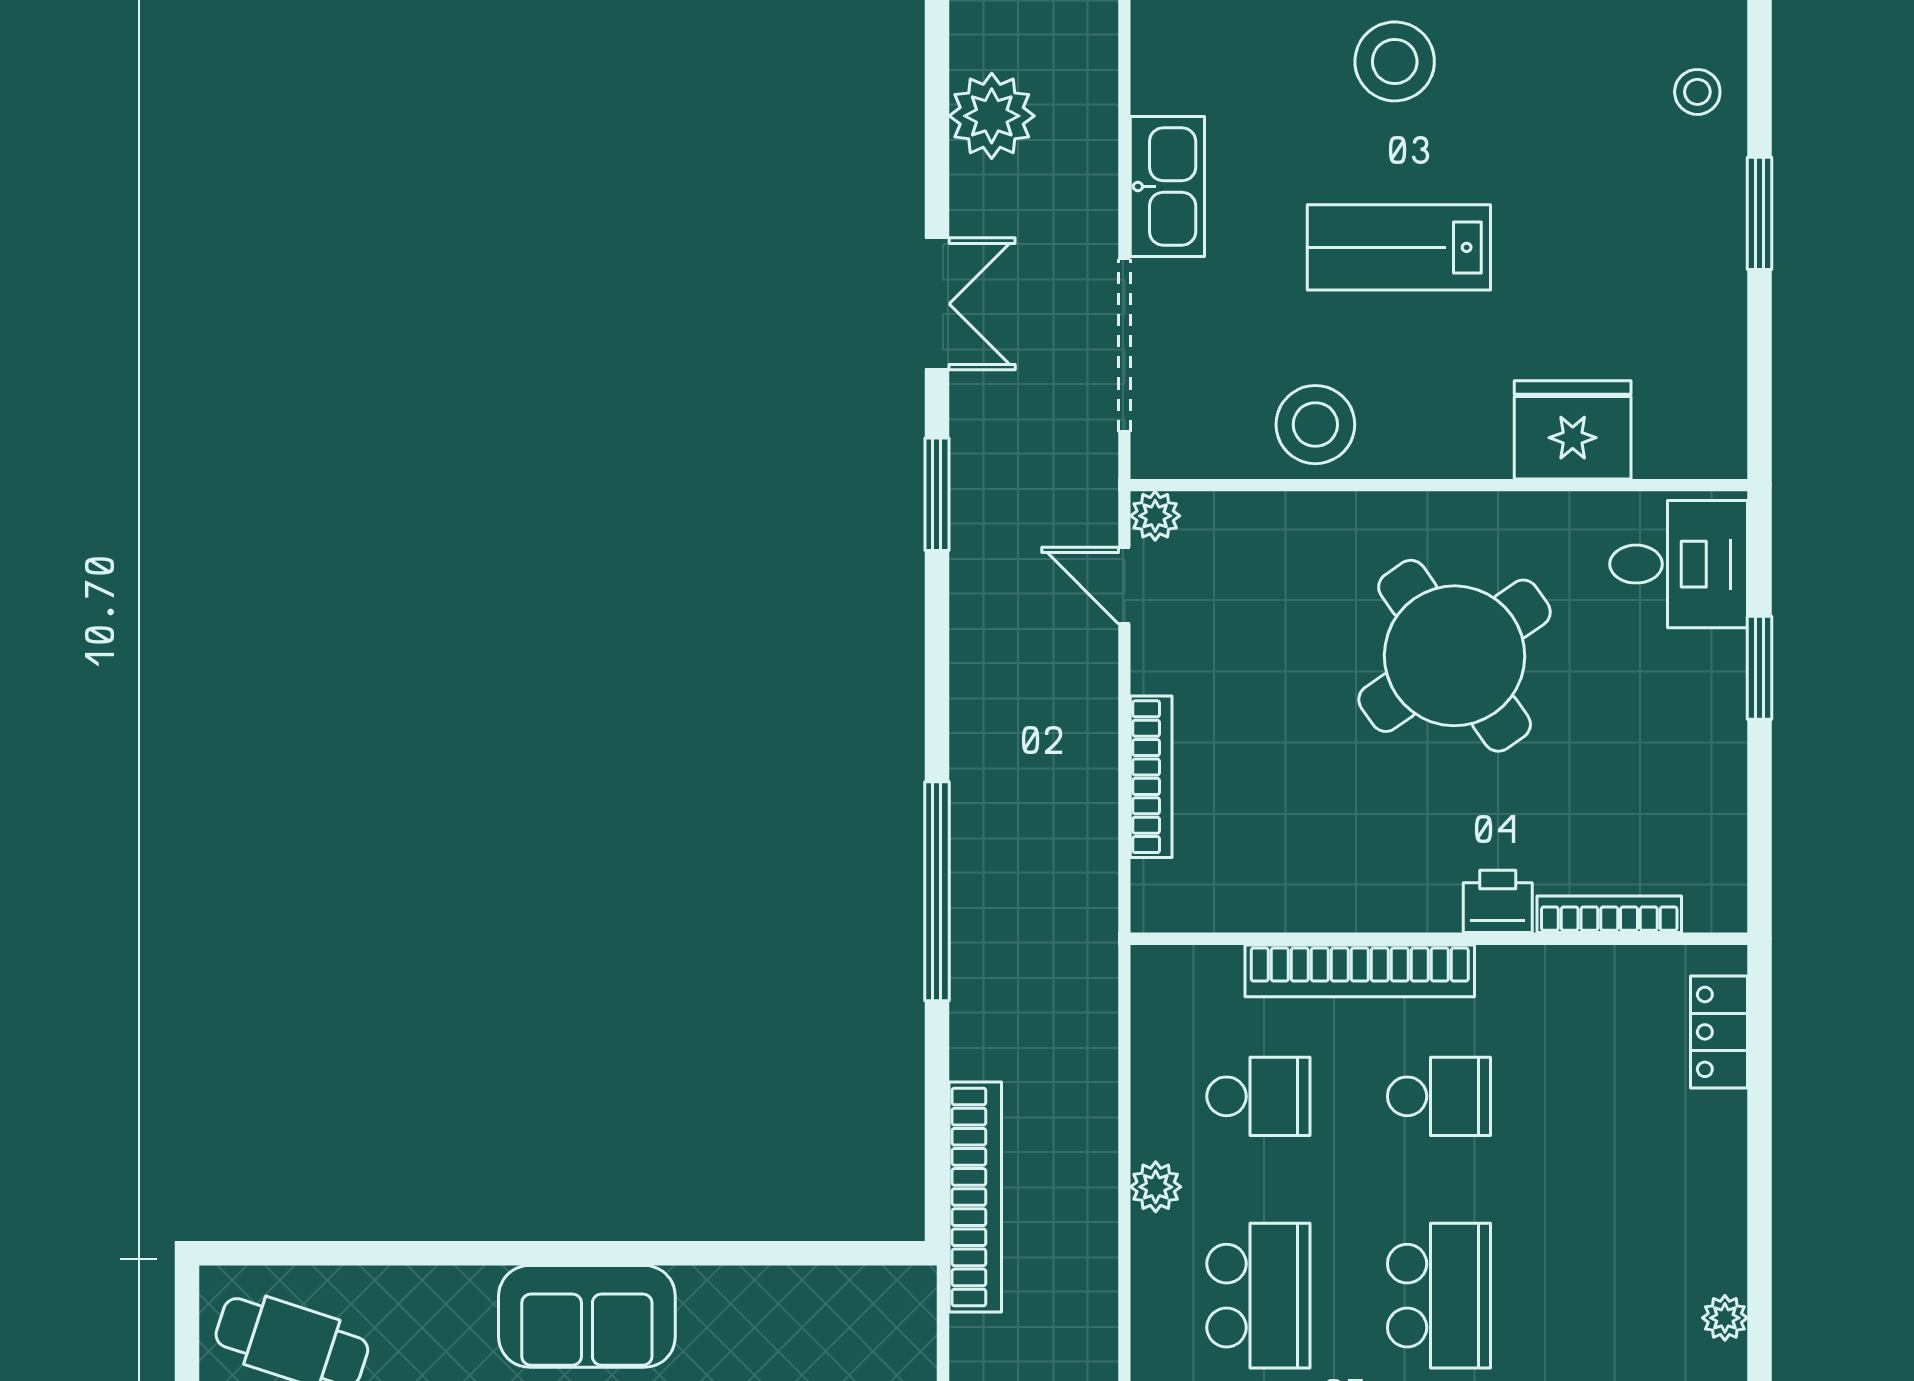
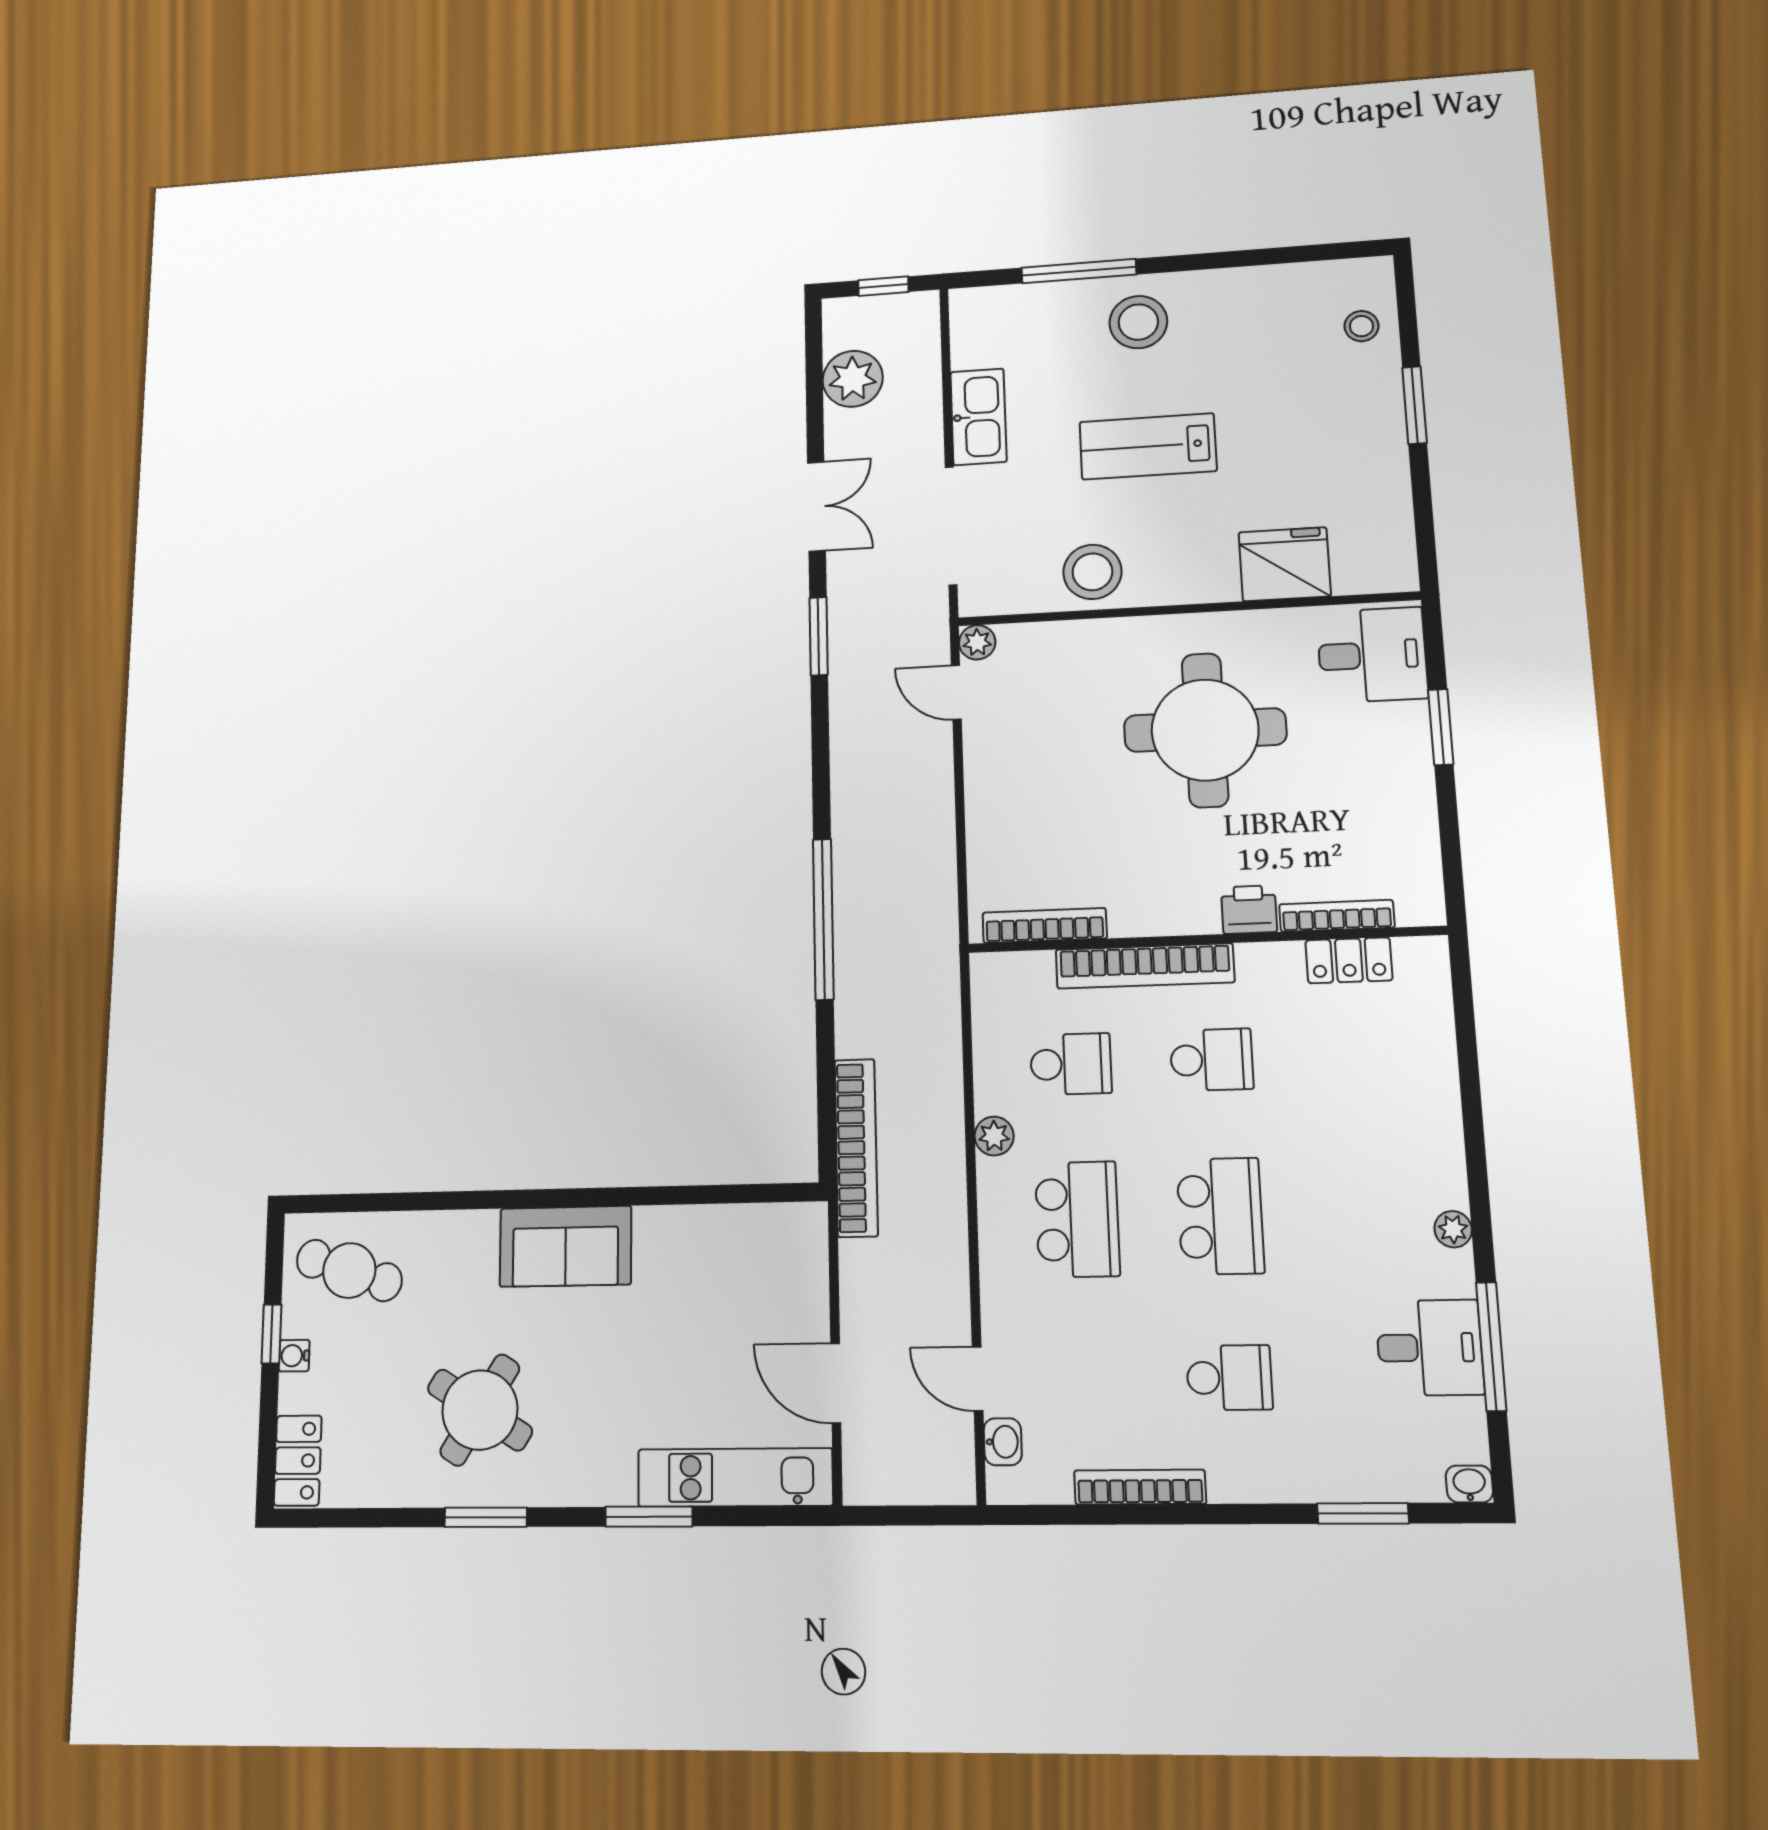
round table: (1455, 656) -> (1205, 730), turned 35
bookcase: (1151, 777) -> (1045, 926), moved, turned -90
locker: (1719, 1032) -> (1349, 960), moved, turned -90

